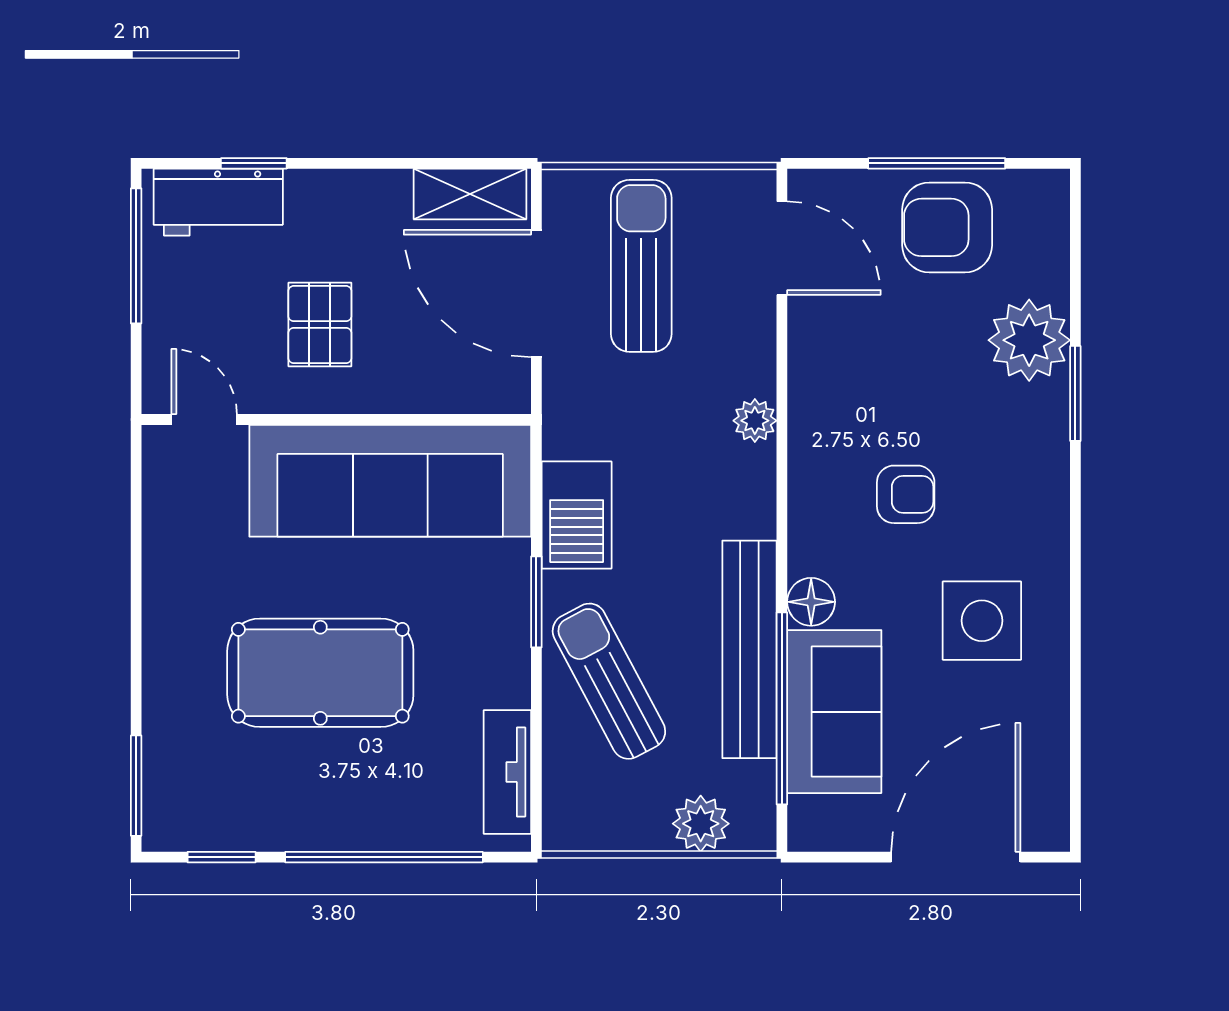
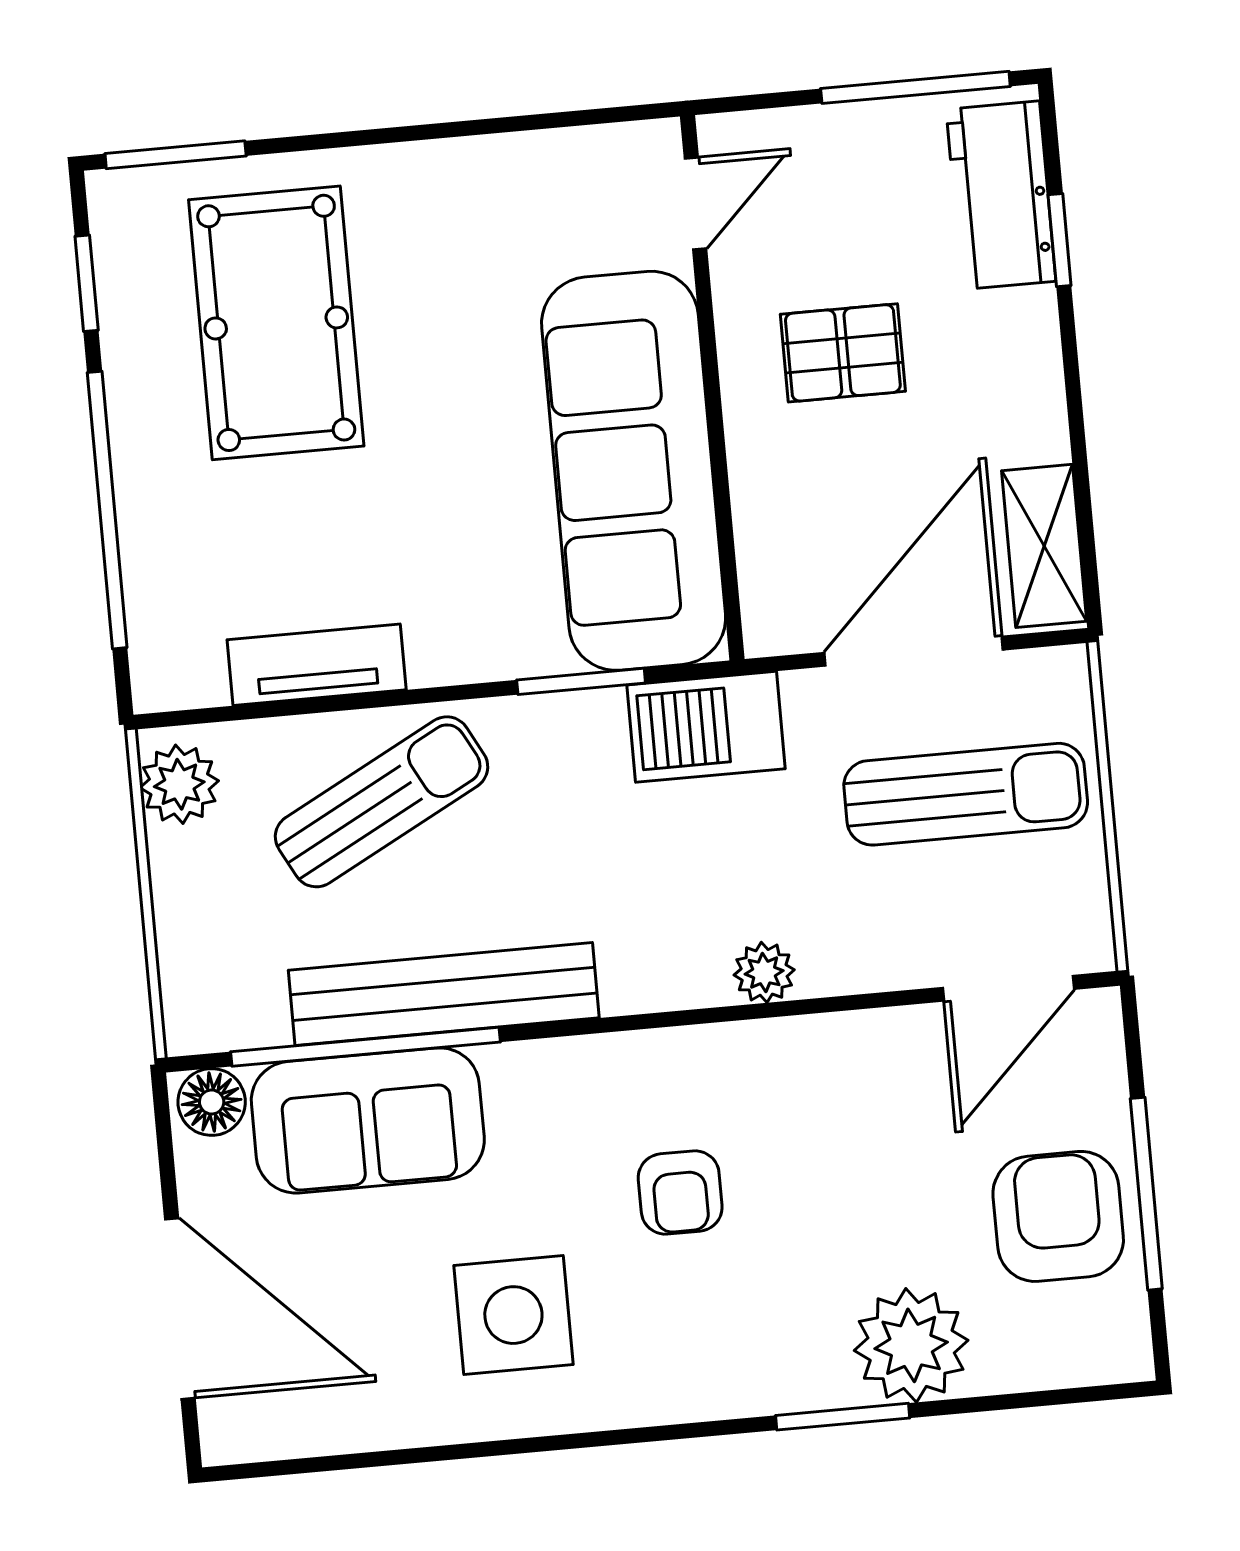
barbecue: (577, 515) -> (706, 727), moved
window: (536, 602) -> (581, 681), moved
floor lamp: (811, 602) -> (212, 1102), moved
pool table: (320, 673) -> (276, 323), moved
tv unit: (507, 772) -> (317, 665), moved
plant: (701, 824) -> (179, 784), moved

